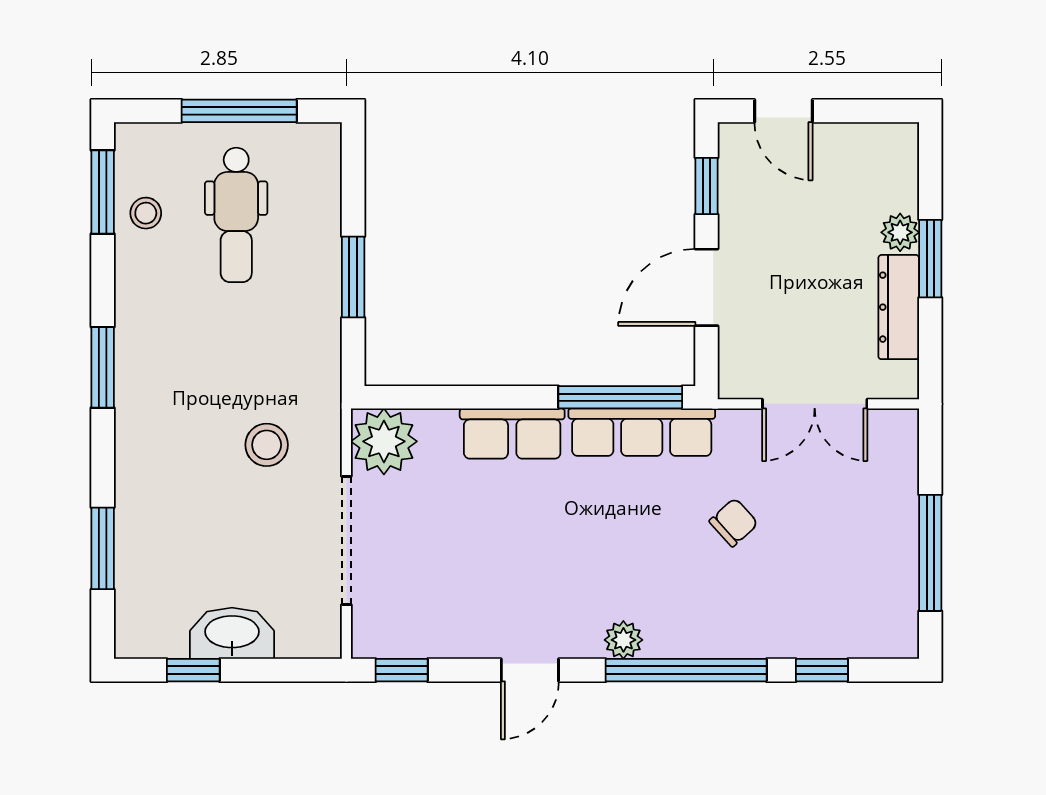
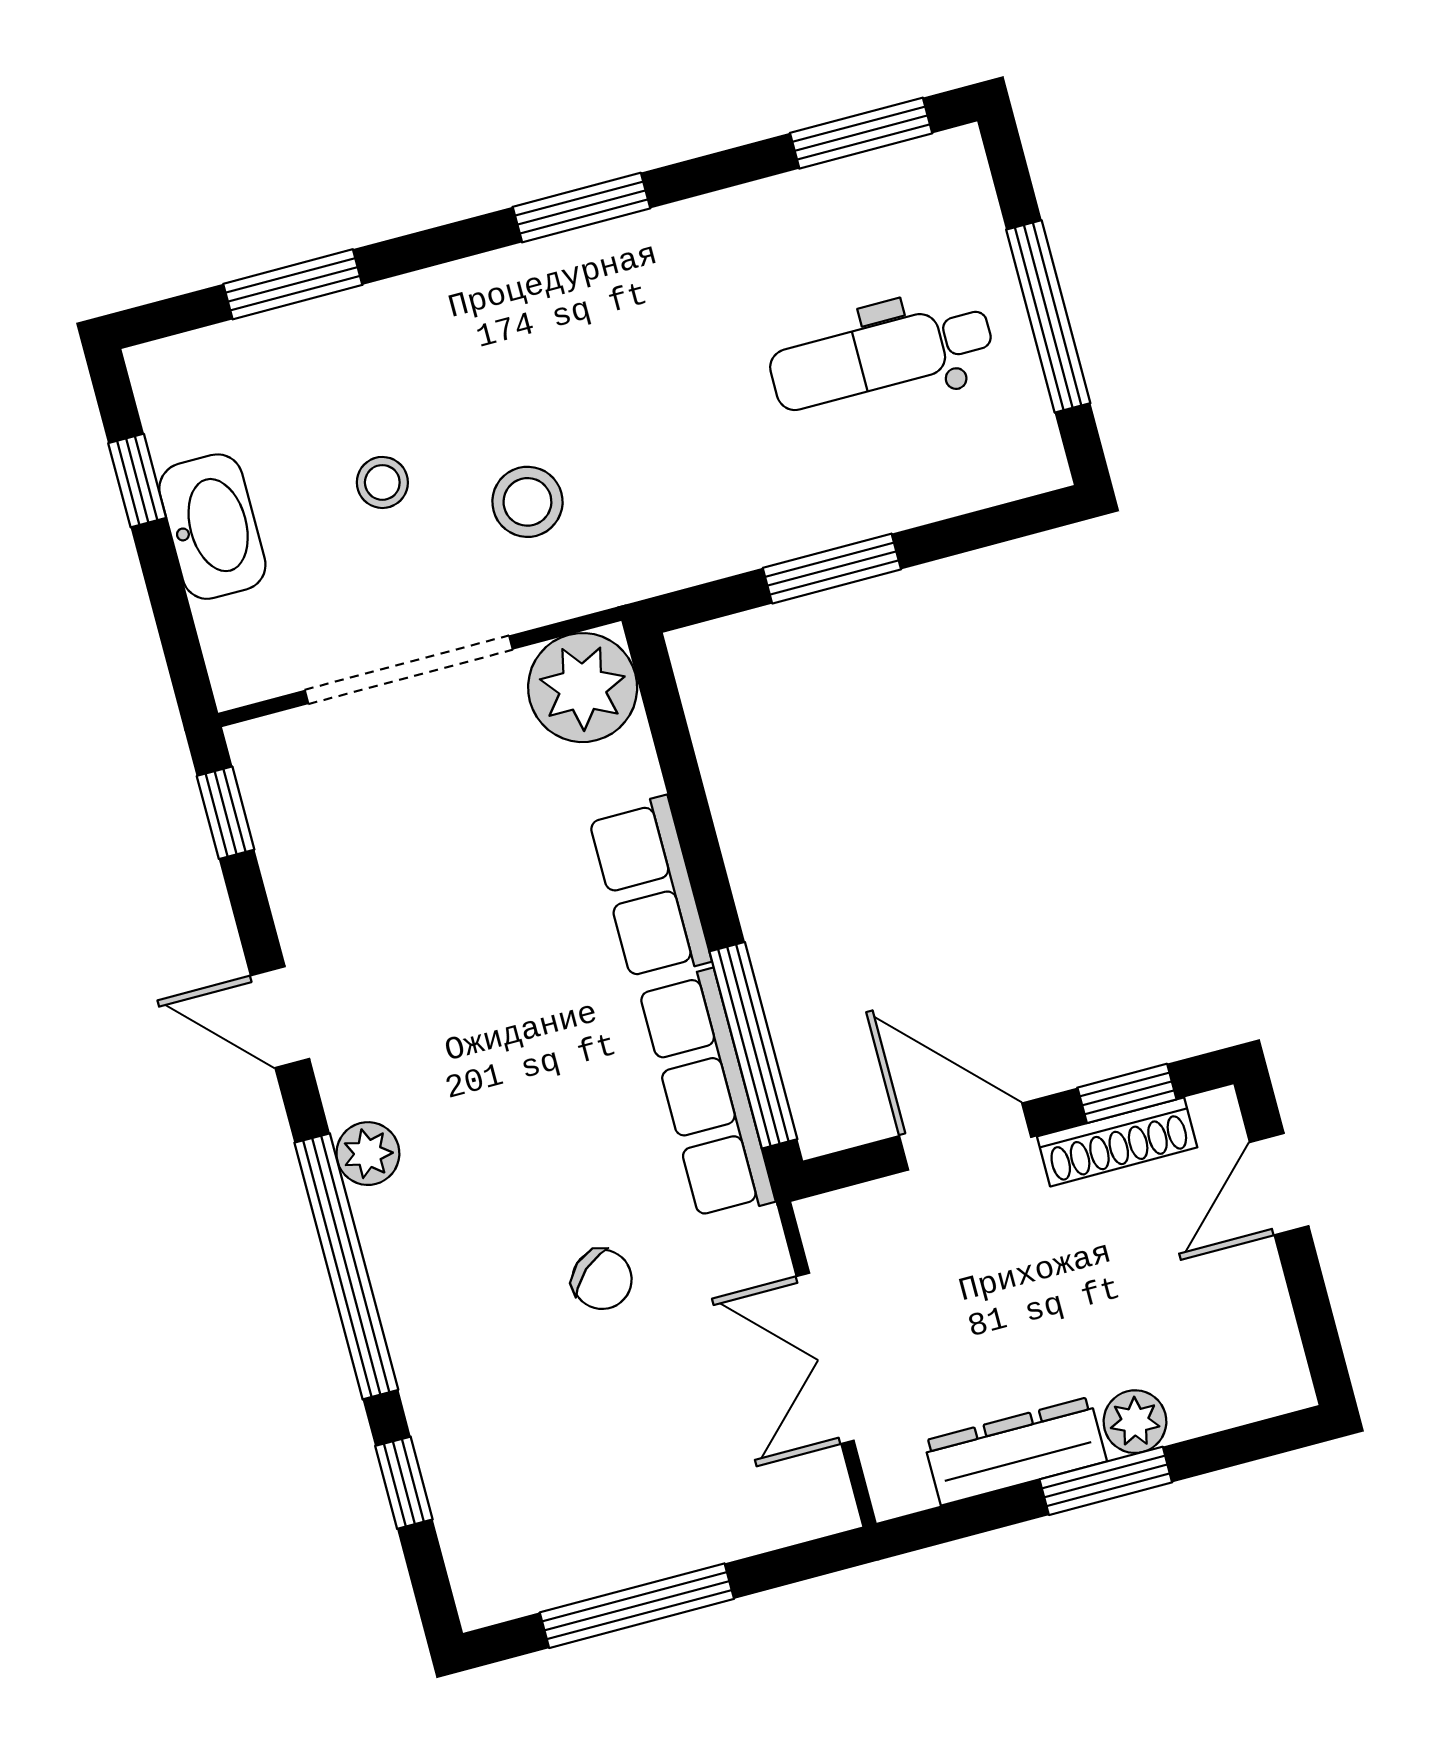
shoe rack: (733, 199) -> (1117, 1142), added
stool: (146, 213) -> (382, 482), moved

